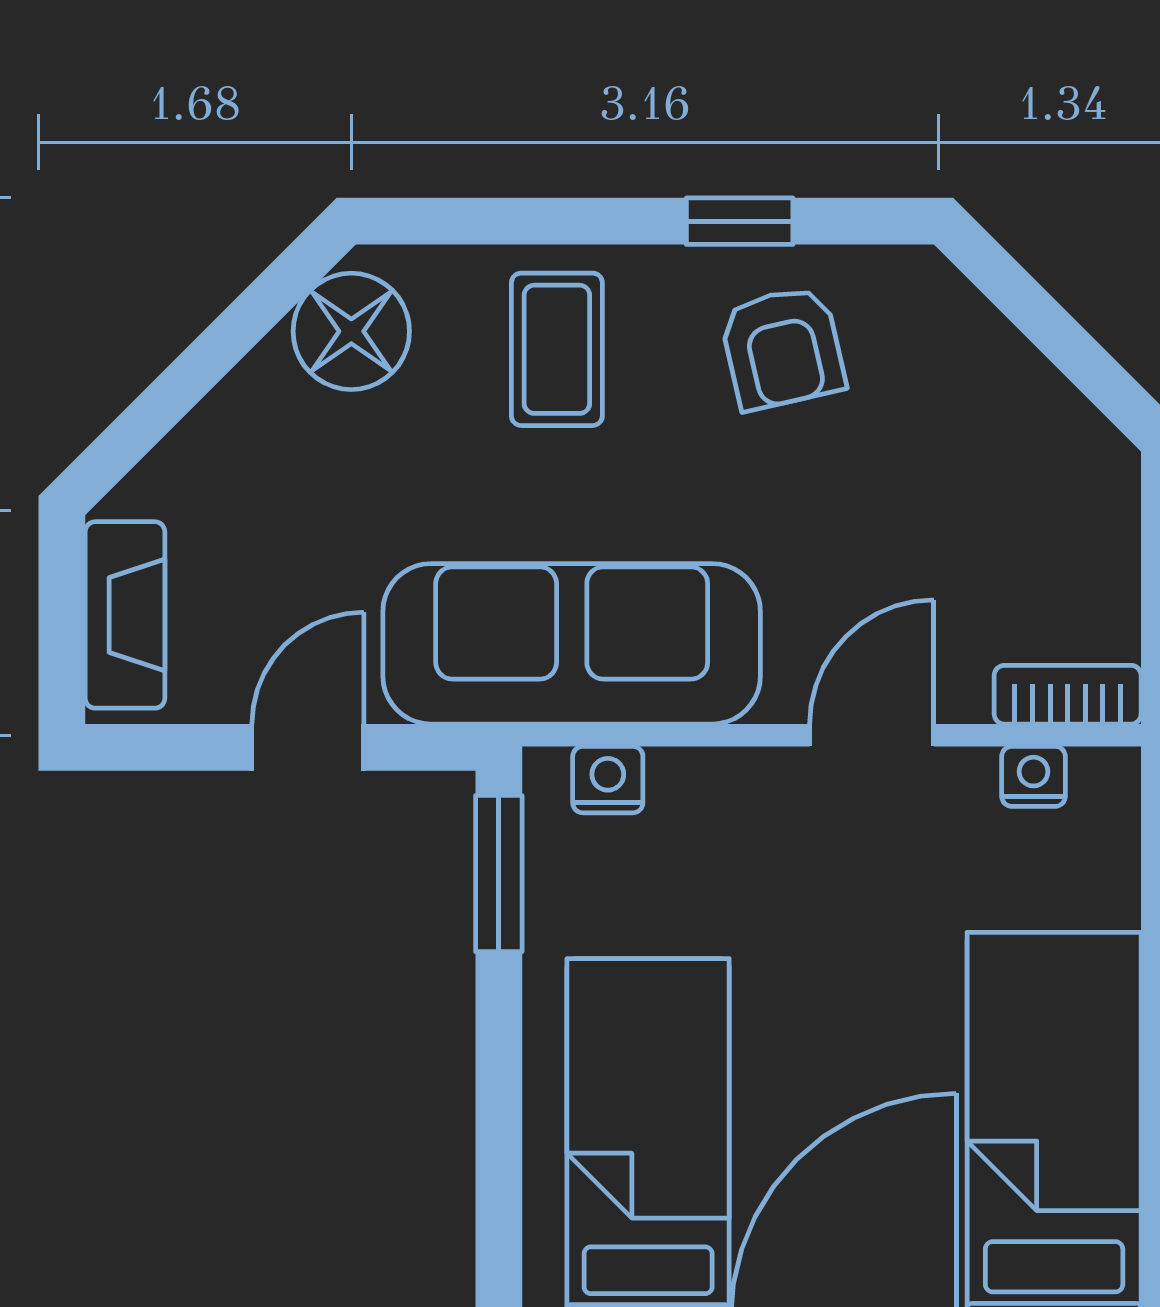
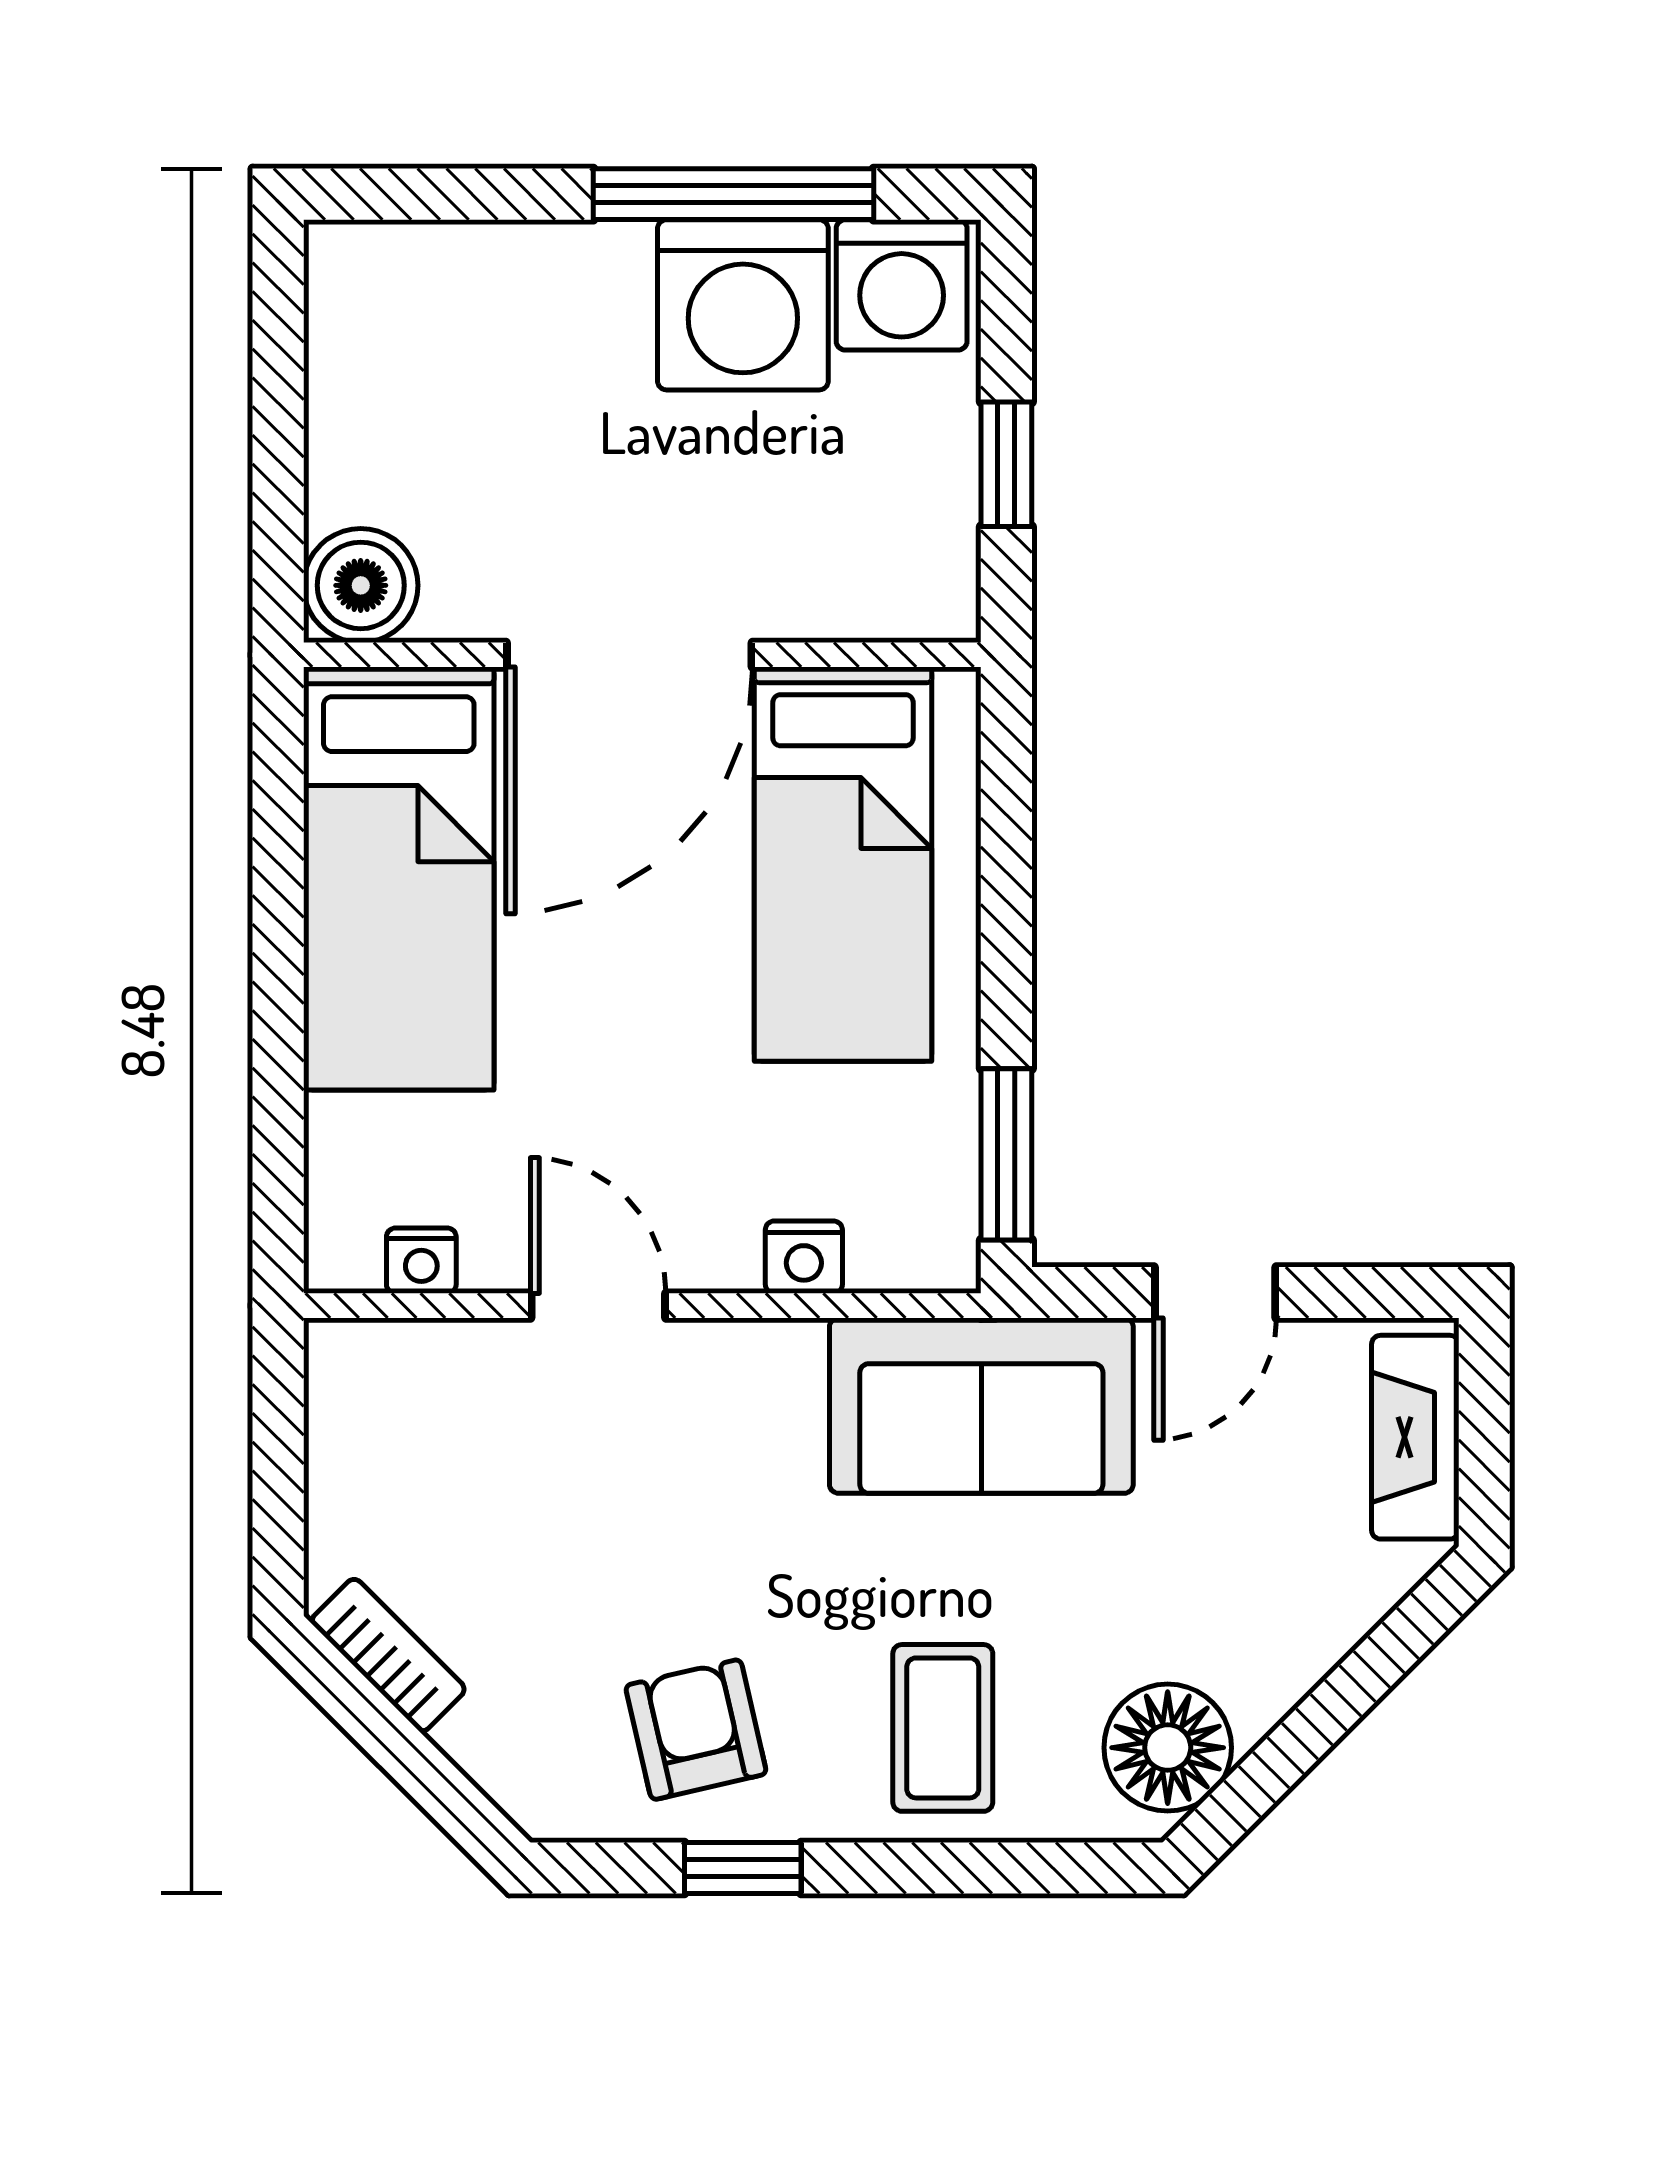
sofa: (572, 644) -> (981, 1406), width x0.73
bookcase: (1068, 695) -> (388, 1655), moved, turned -135
door: (872, 735) -> (598, 1306), swing flipped
nightstand: (608, 780) -> (804, 1257), moved

